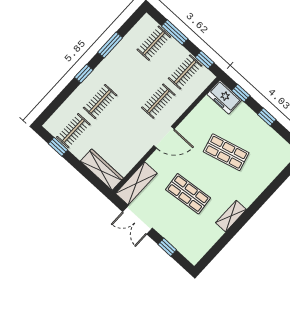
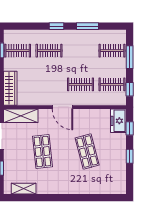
shelving: (231, 216) -> (24, 189), moved

